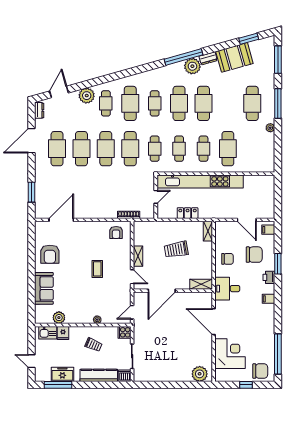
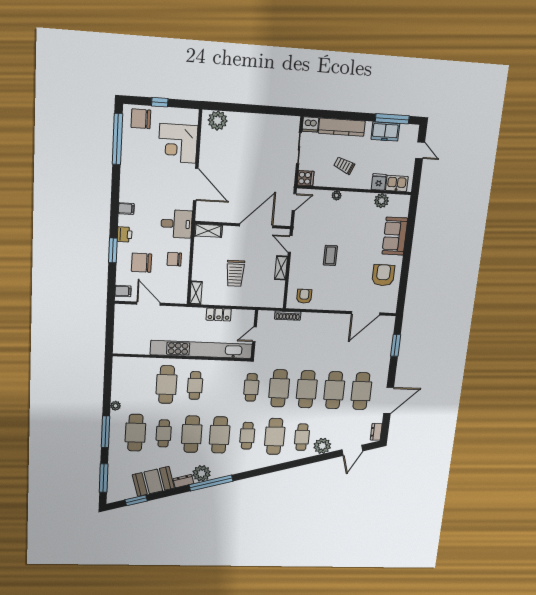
cafe table: (179, 149) -> (164, 433), moved
trolley: (176, 249) -> (235, 273), turned 100

